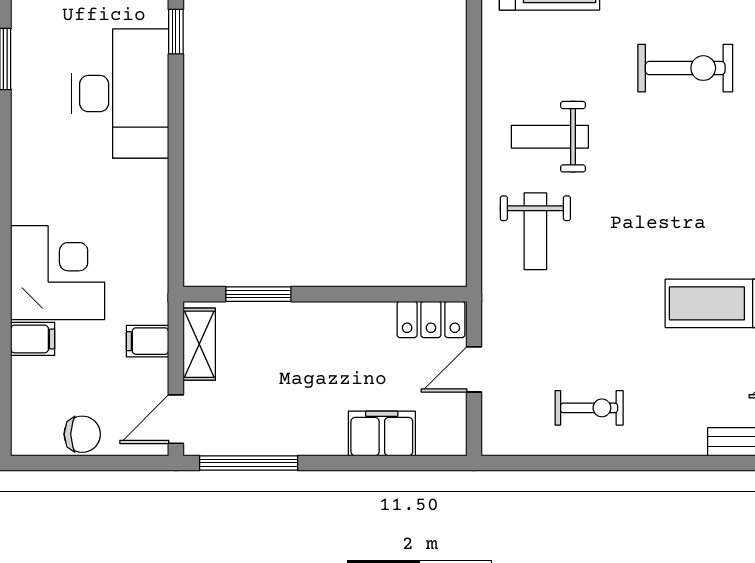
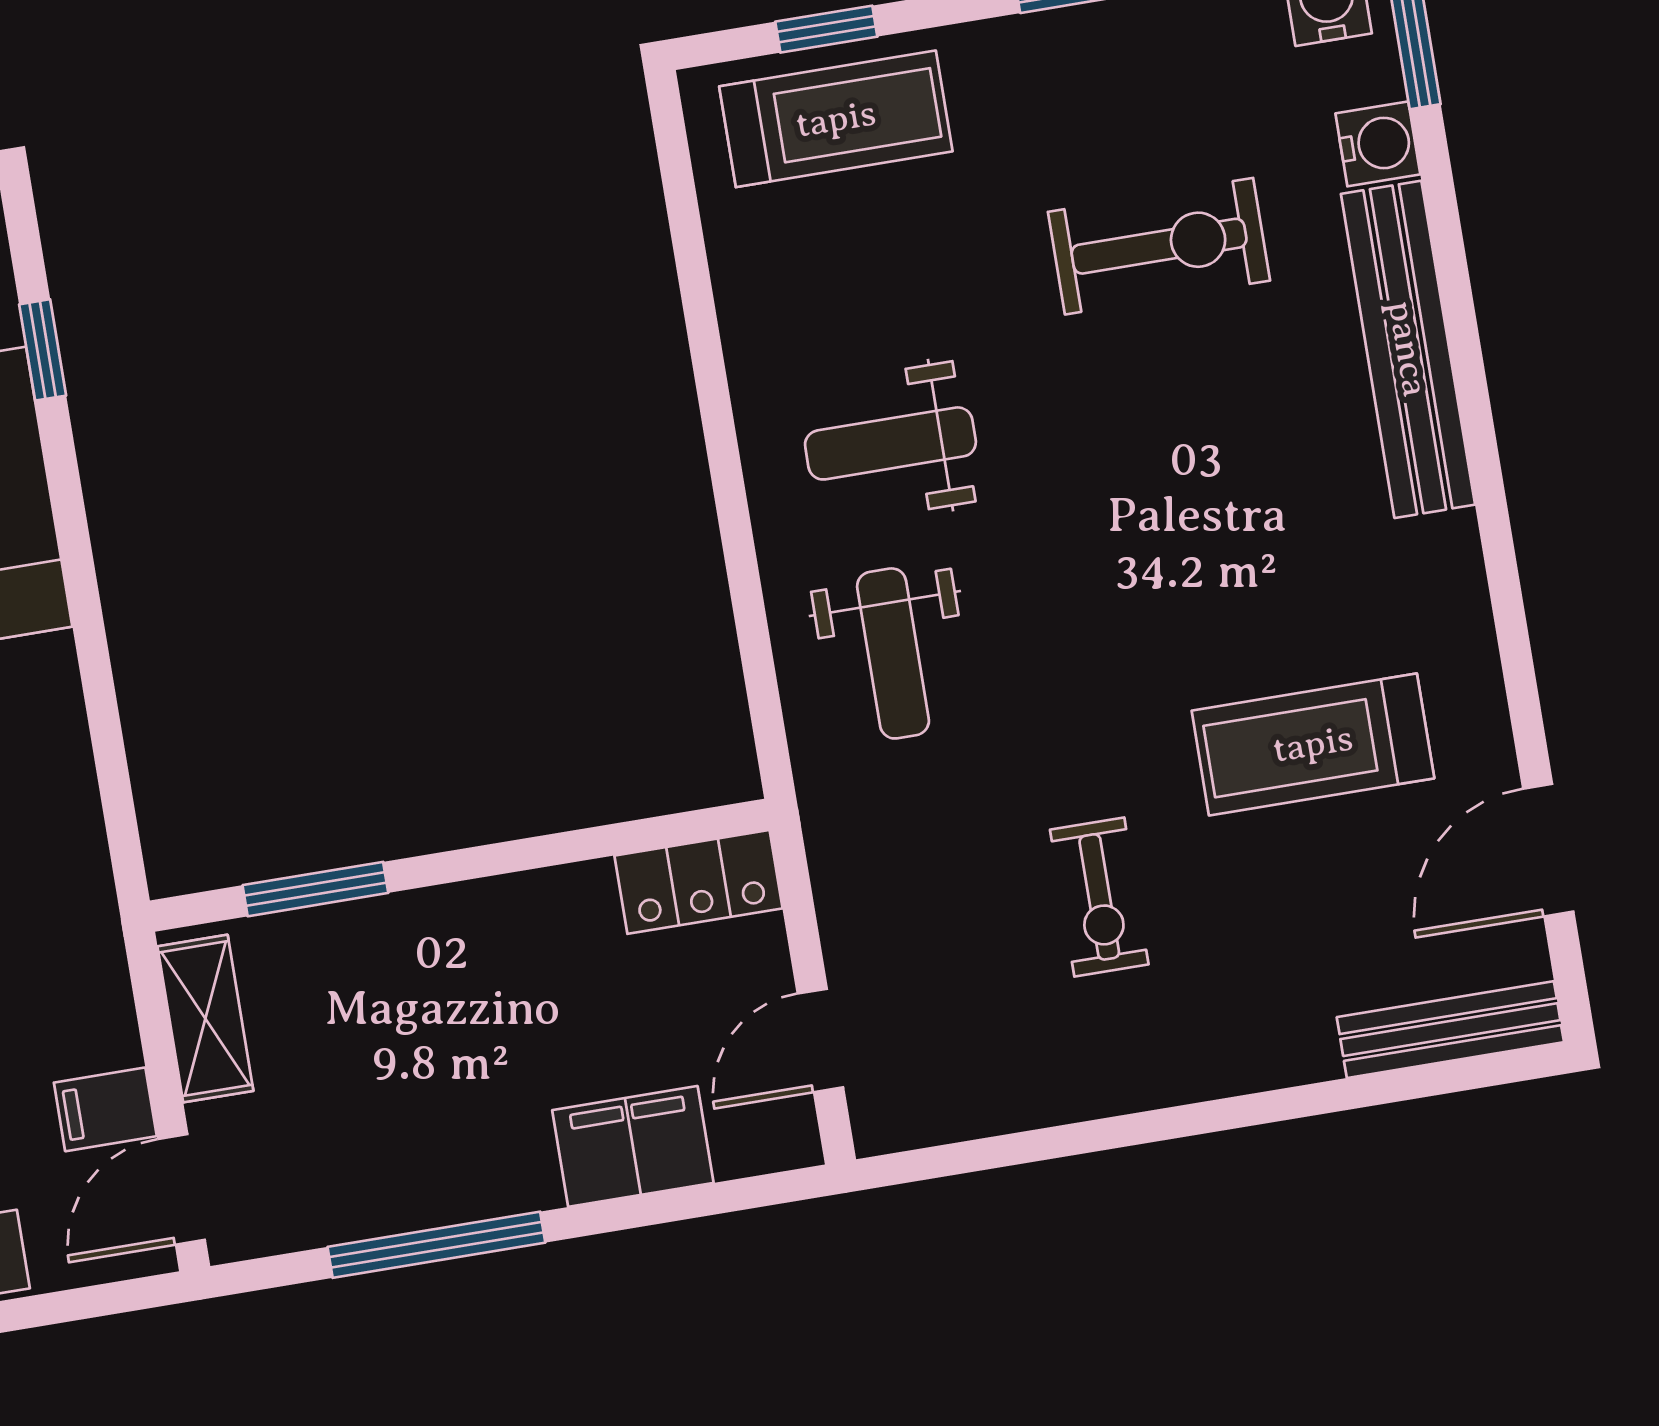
filing cabinet: (148, 341) -> (105, 1109), moved
door: (474, 369) -> (820, 1040), moved
exercise bike: (589, 408) -> (1099, 897), moved, turned 90
window: (249, 463) -> (436, 1245), moved

